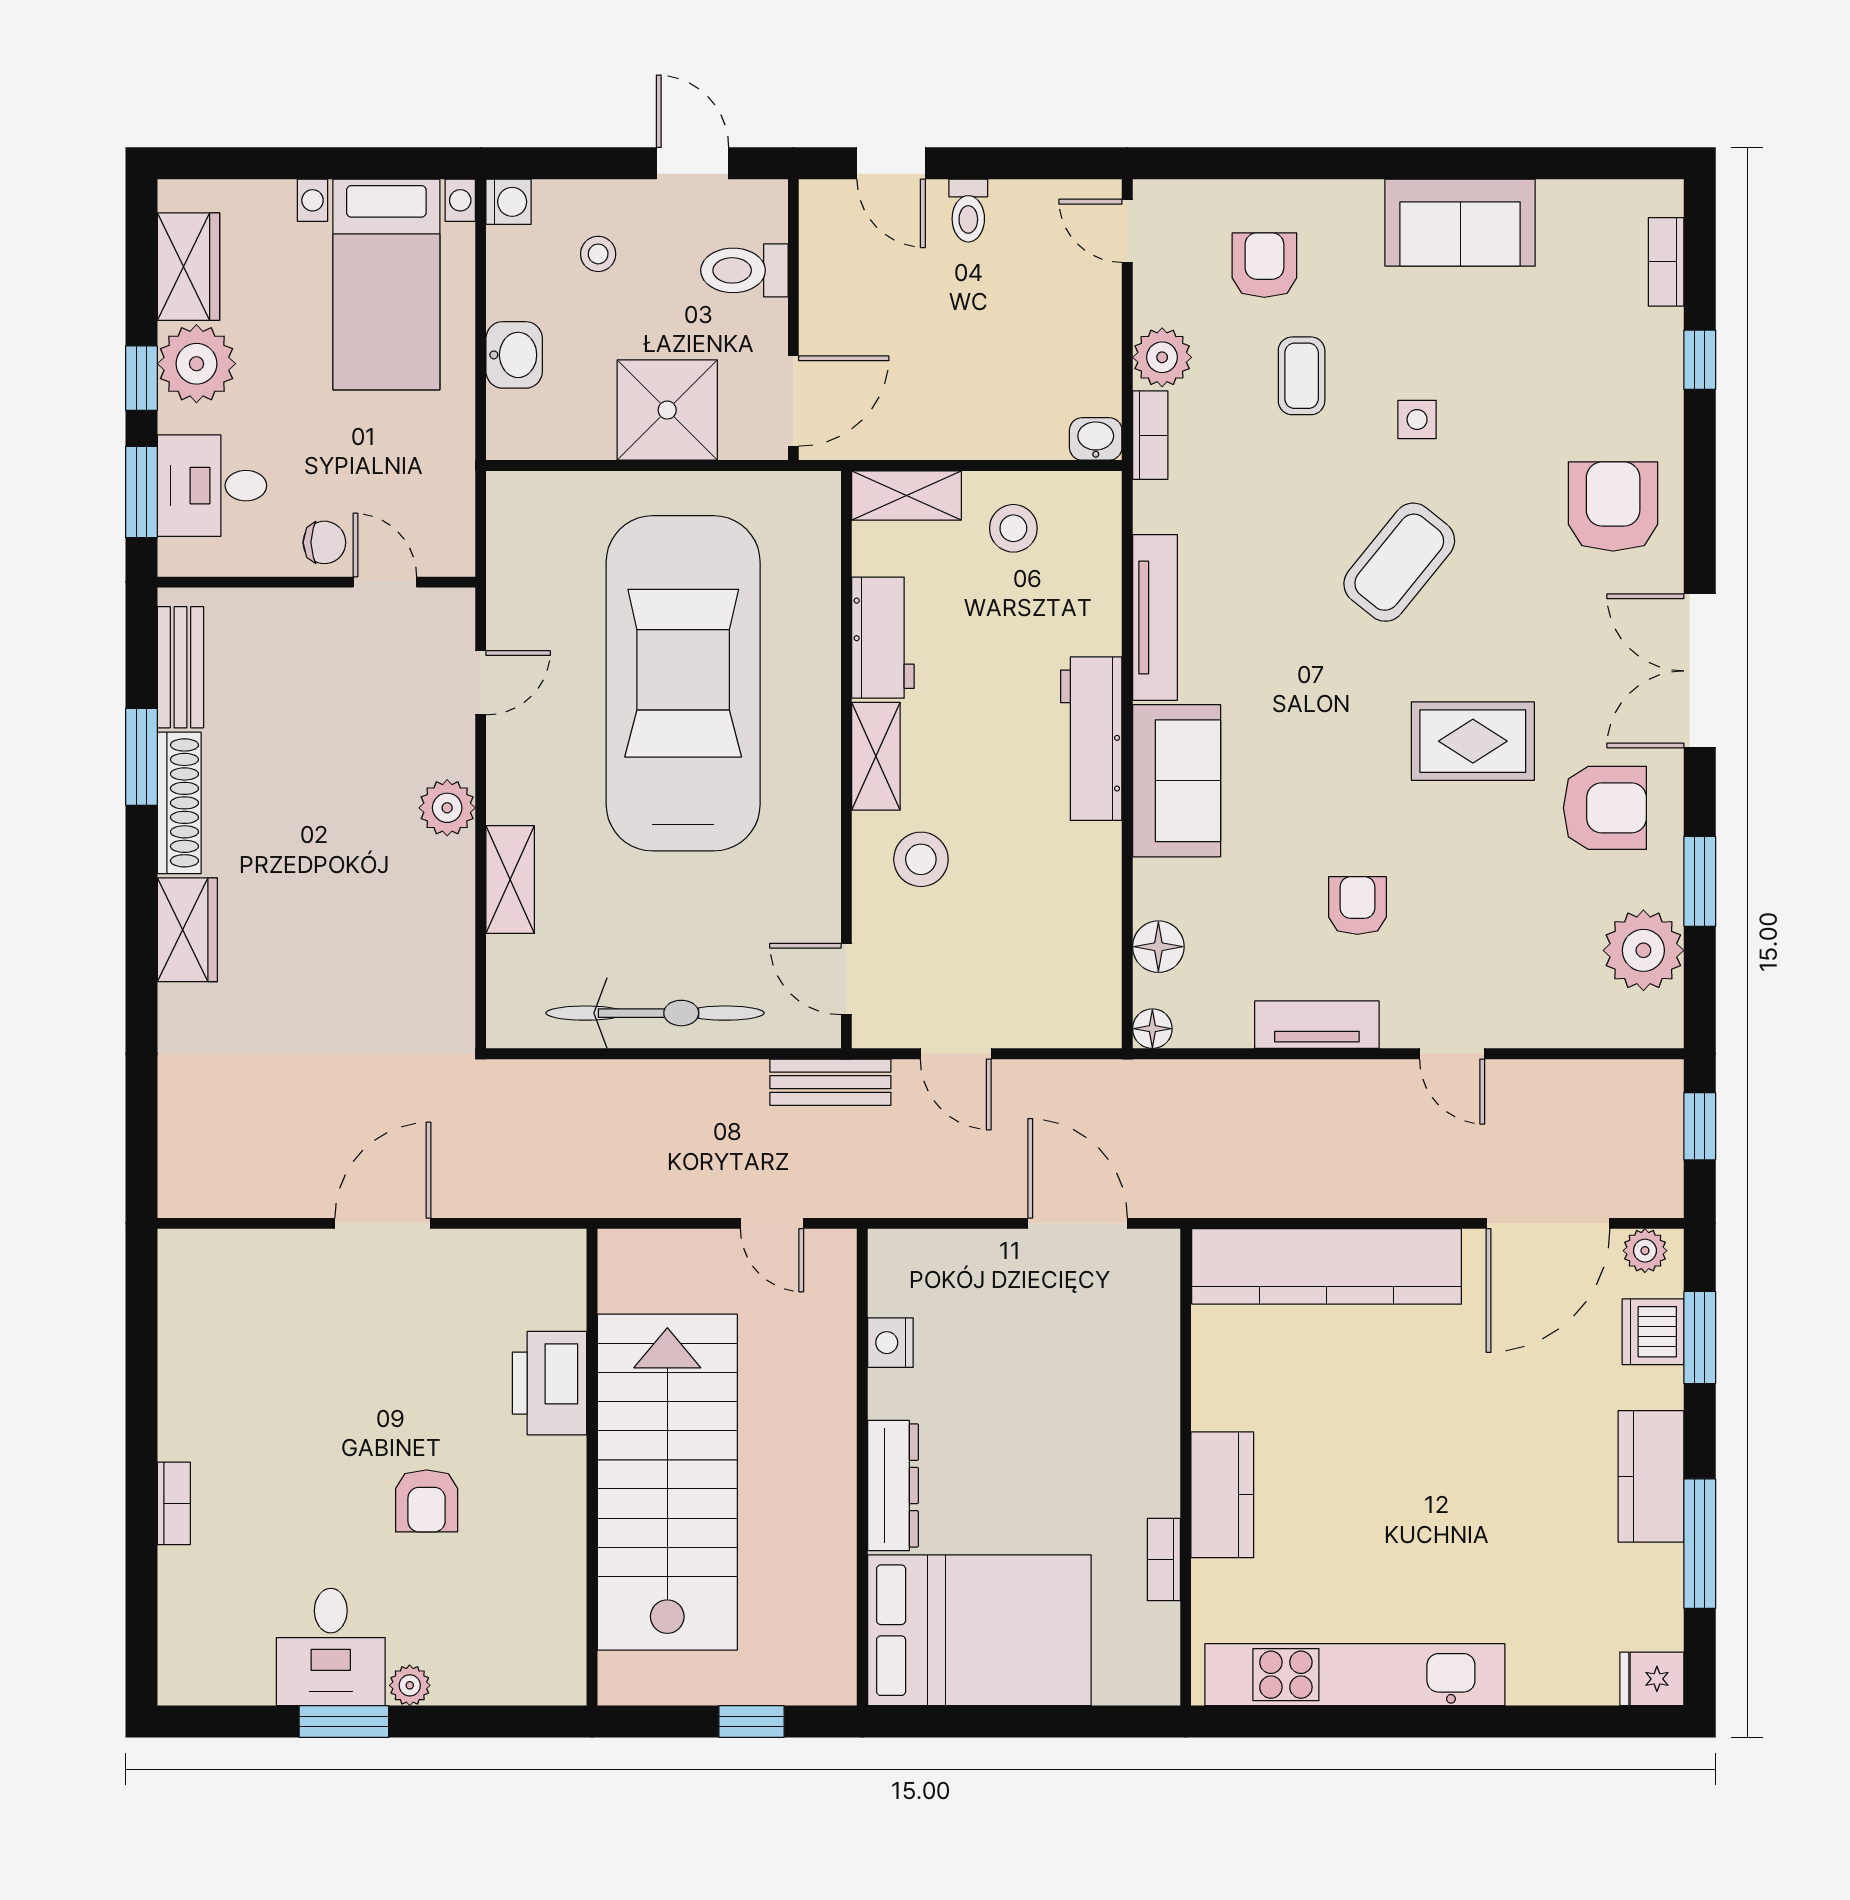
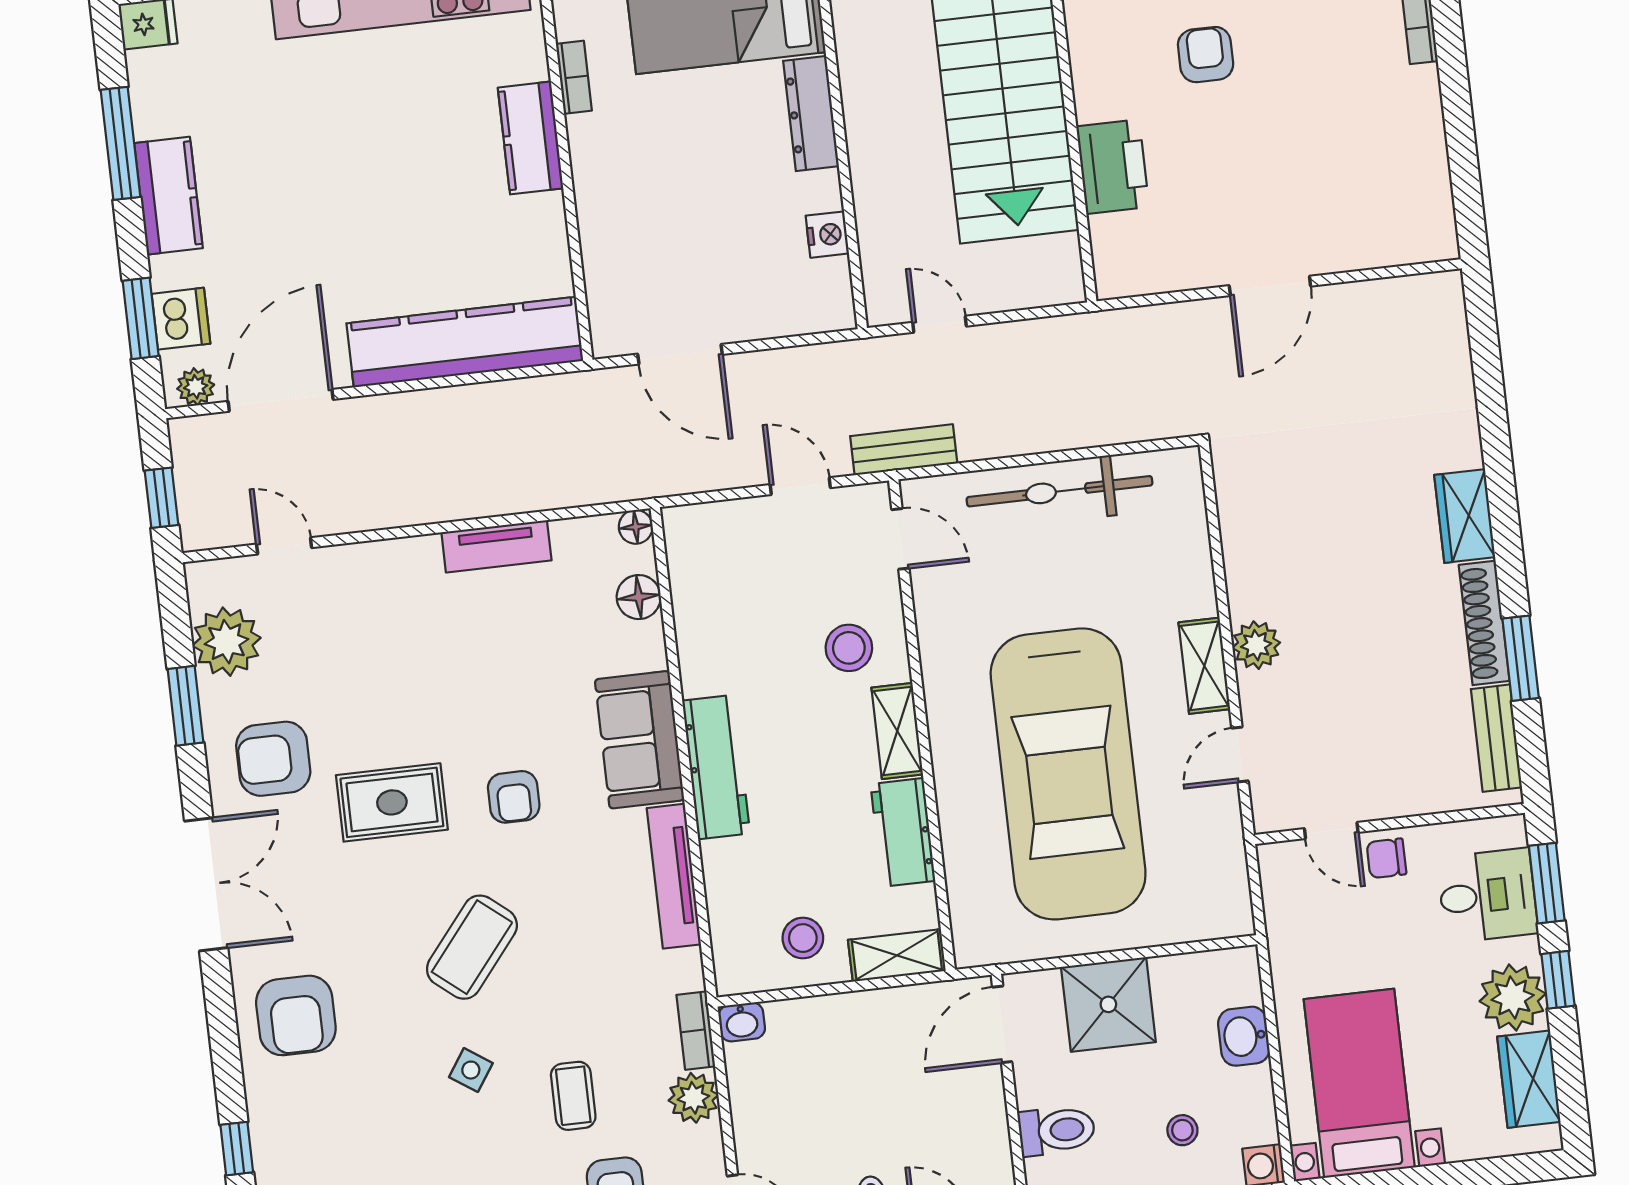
side table: (1417, 419) -> (471, 1070), turned 34
shelving: (510, 880) -> (1204, 666), moved
armchair: (1357, 906) -> (514, 797), moved
door: (1452, 1054) -> (284, 546), moved

